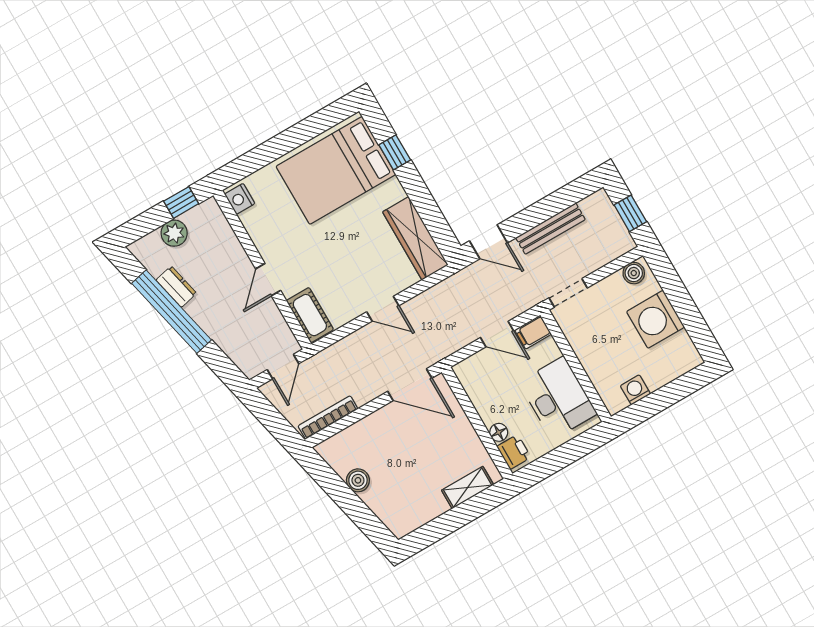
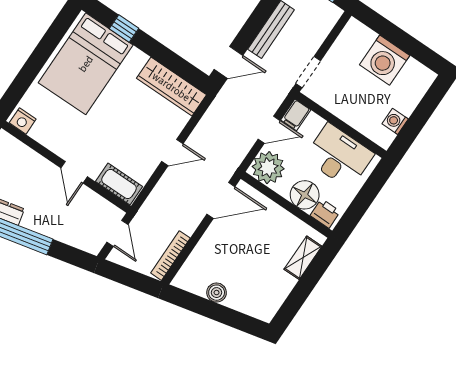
boiler: (634, 273) -> (351, 33), removed
plant: (477, 374) -> (268, 168), added
floor lamp: (499, 432) -> (305, 195), width x1.89, depth x1.89

